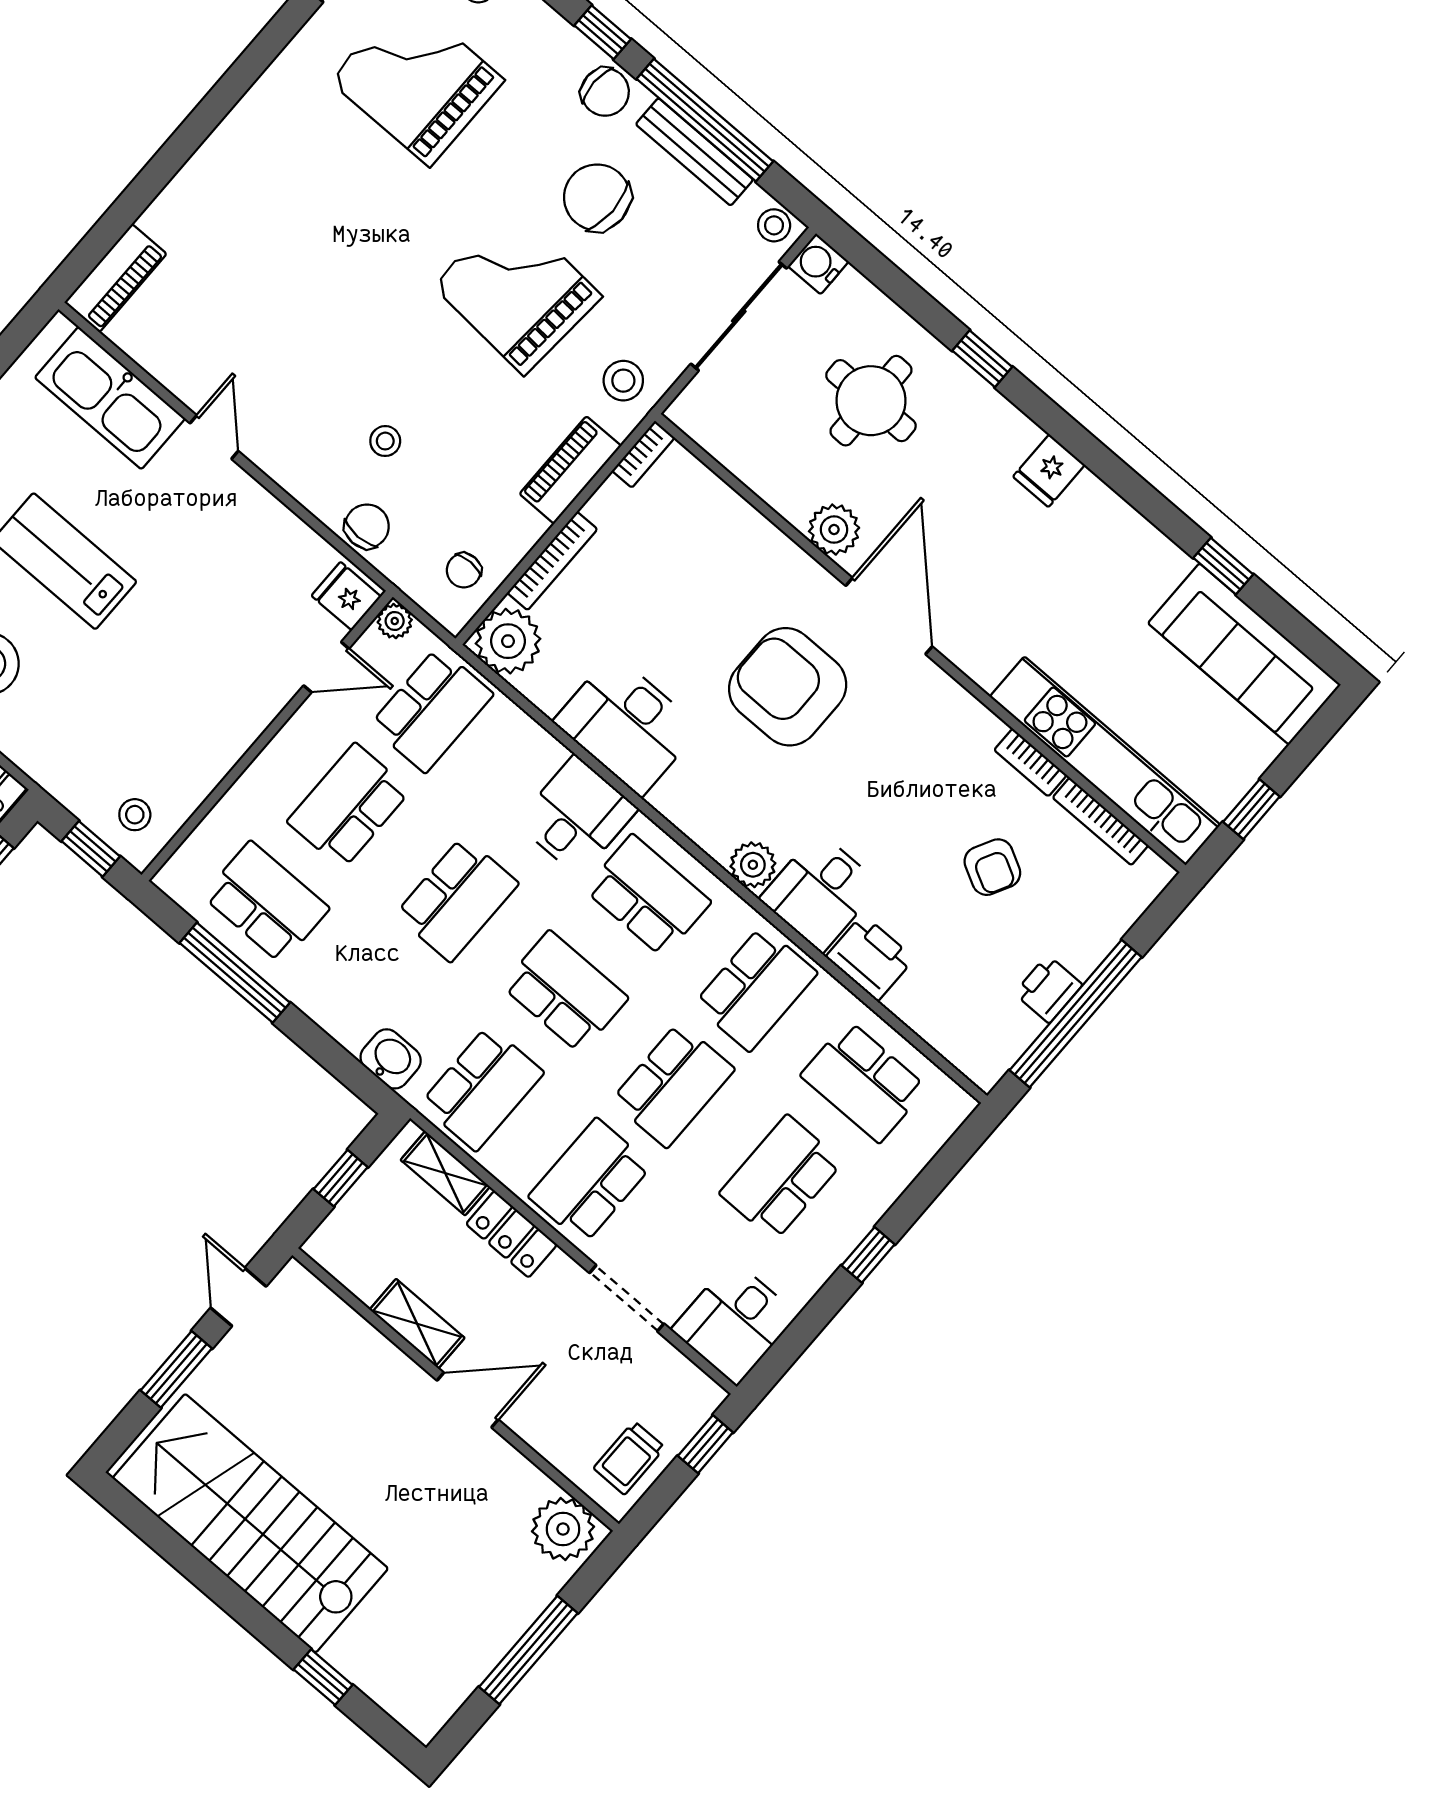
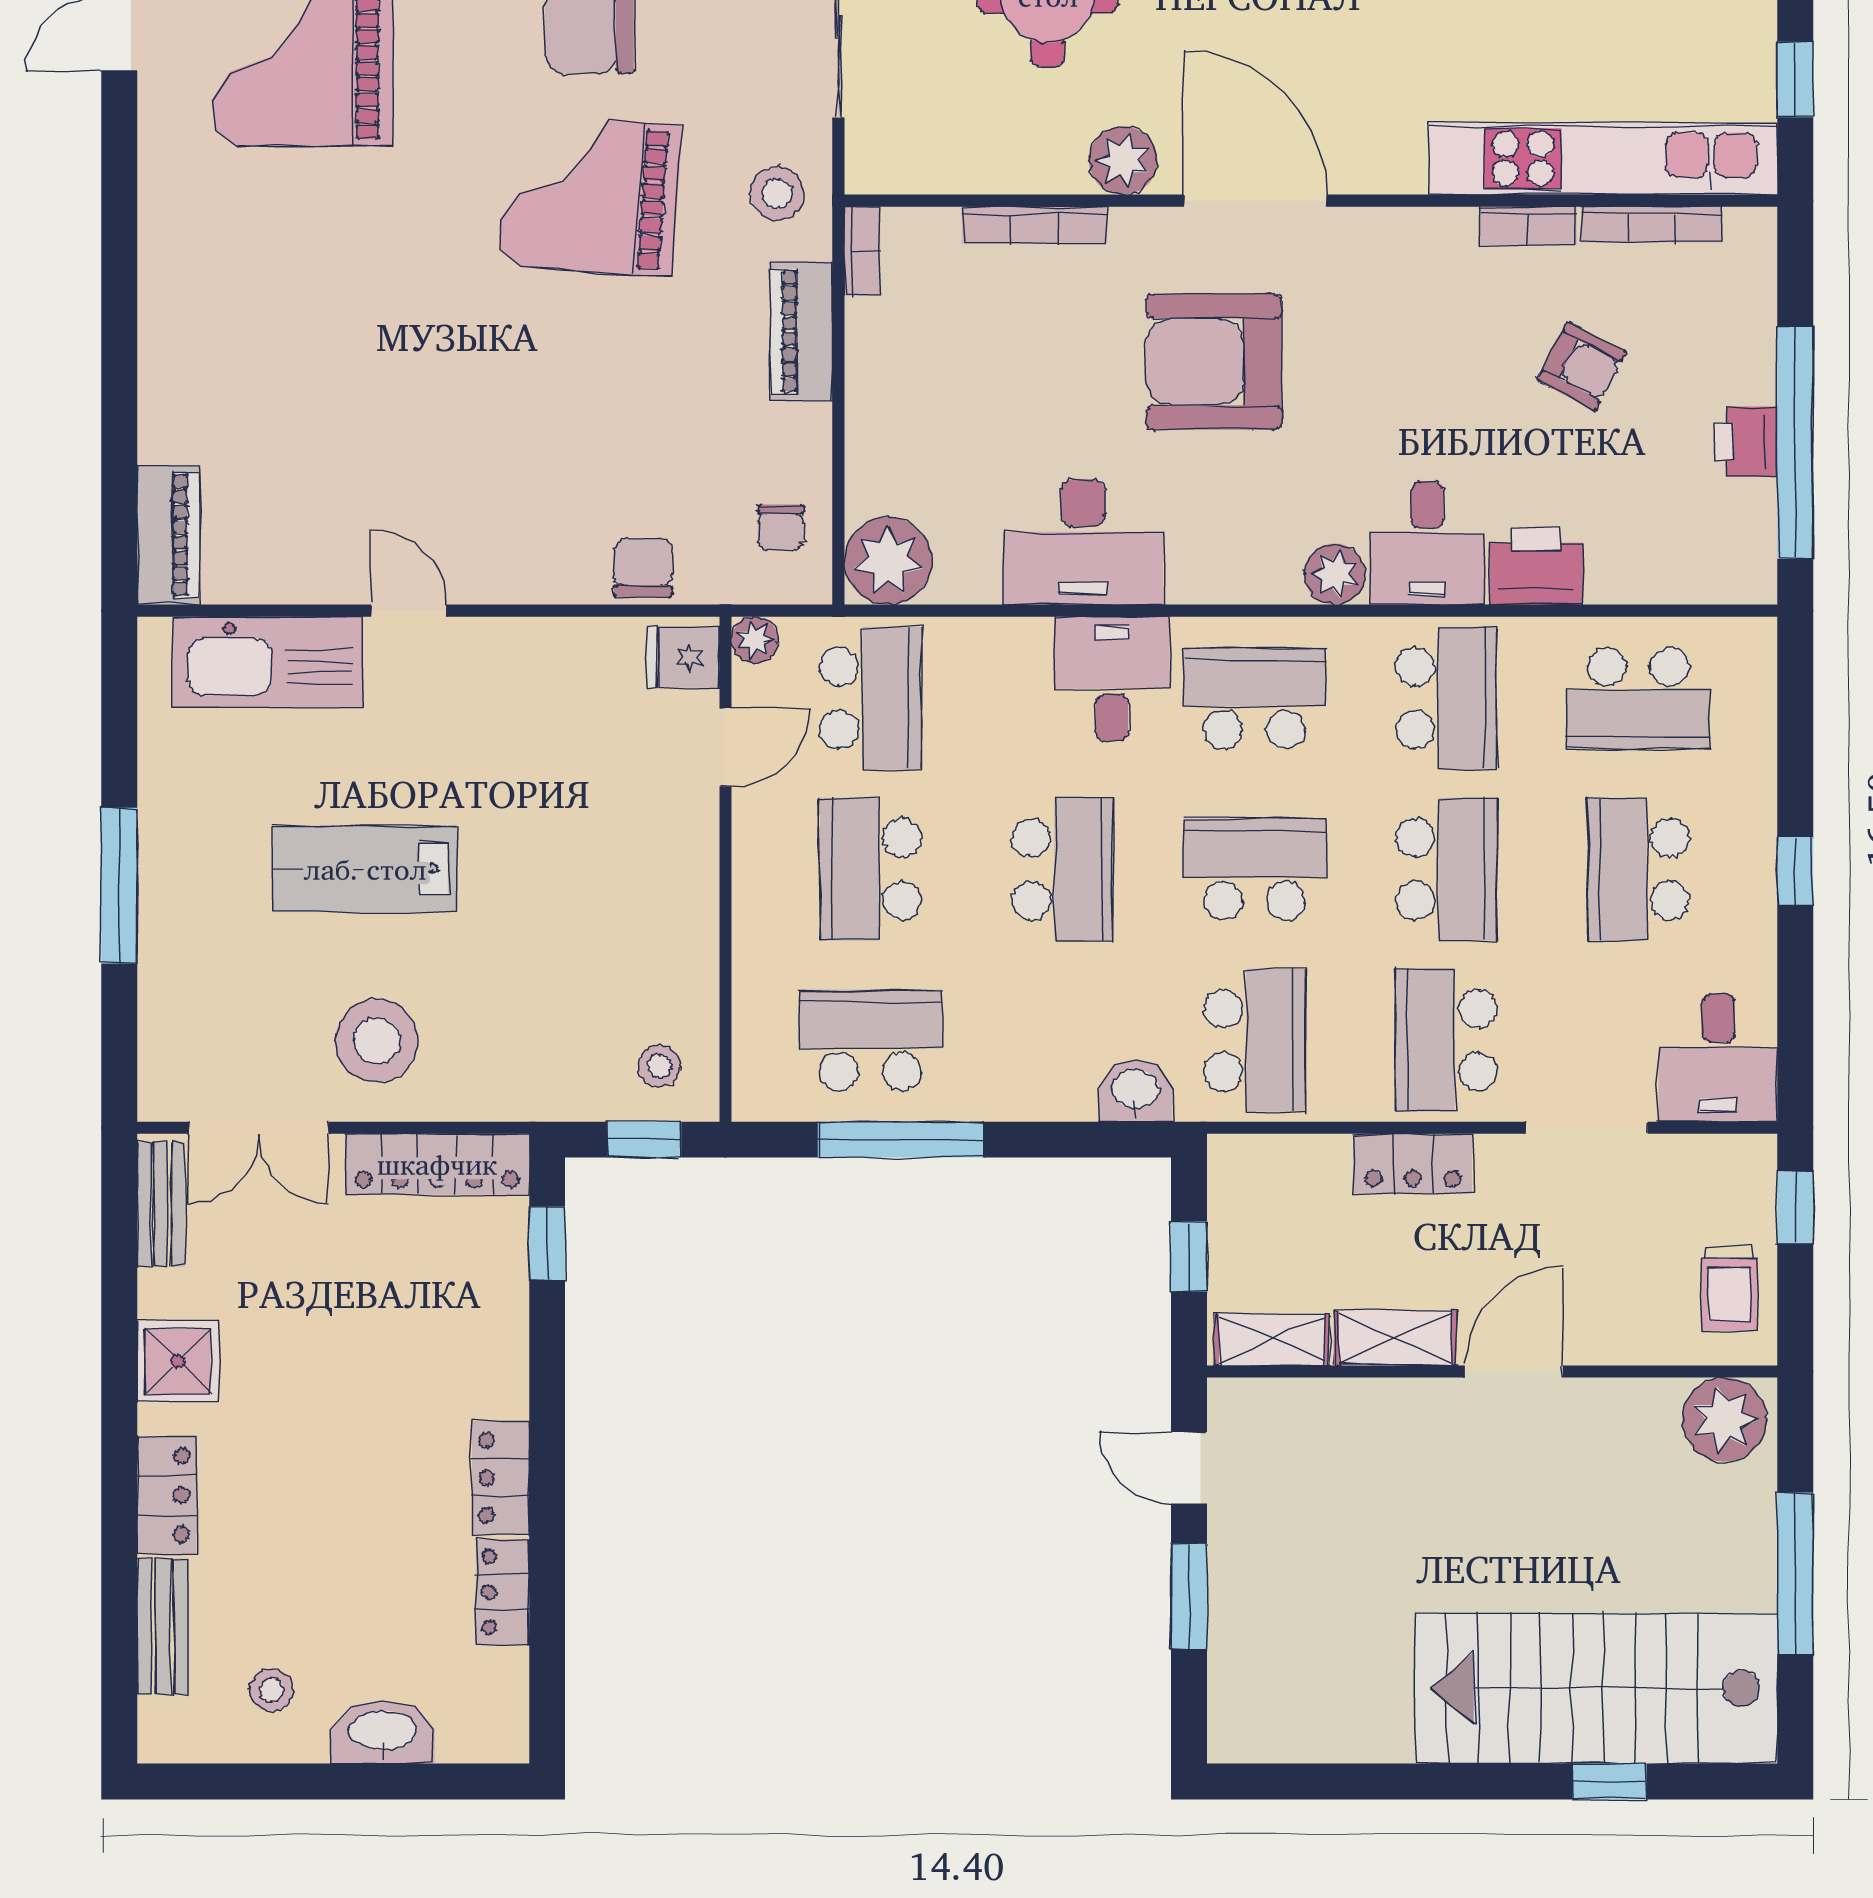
stool: (385, 441) -> (587, 464), removed
bookcase: (552, 561) -> (1034, 225), moved, turned 90
shelving: (445, 1173) -> (1272, 1340), moved
stairs: (250, 1523) -> (1597, 1688), moved

